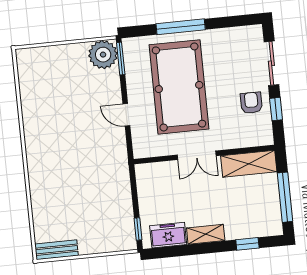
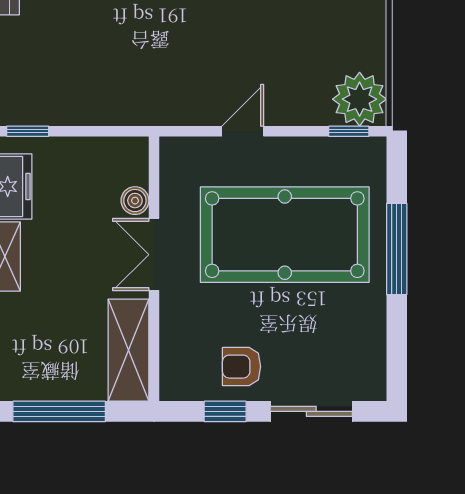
window: (121, 59) -> (349, 131), width x0.67
armchair: (251, 103) -> (242, 367), turned 180
boiler: (169, 168) -> (135, 201), added

